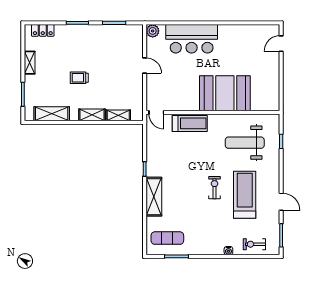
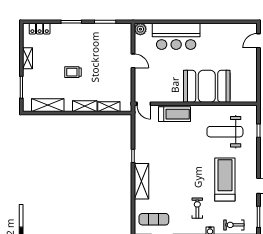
exercise bike: (215, 188) -> (197, 208), moved

